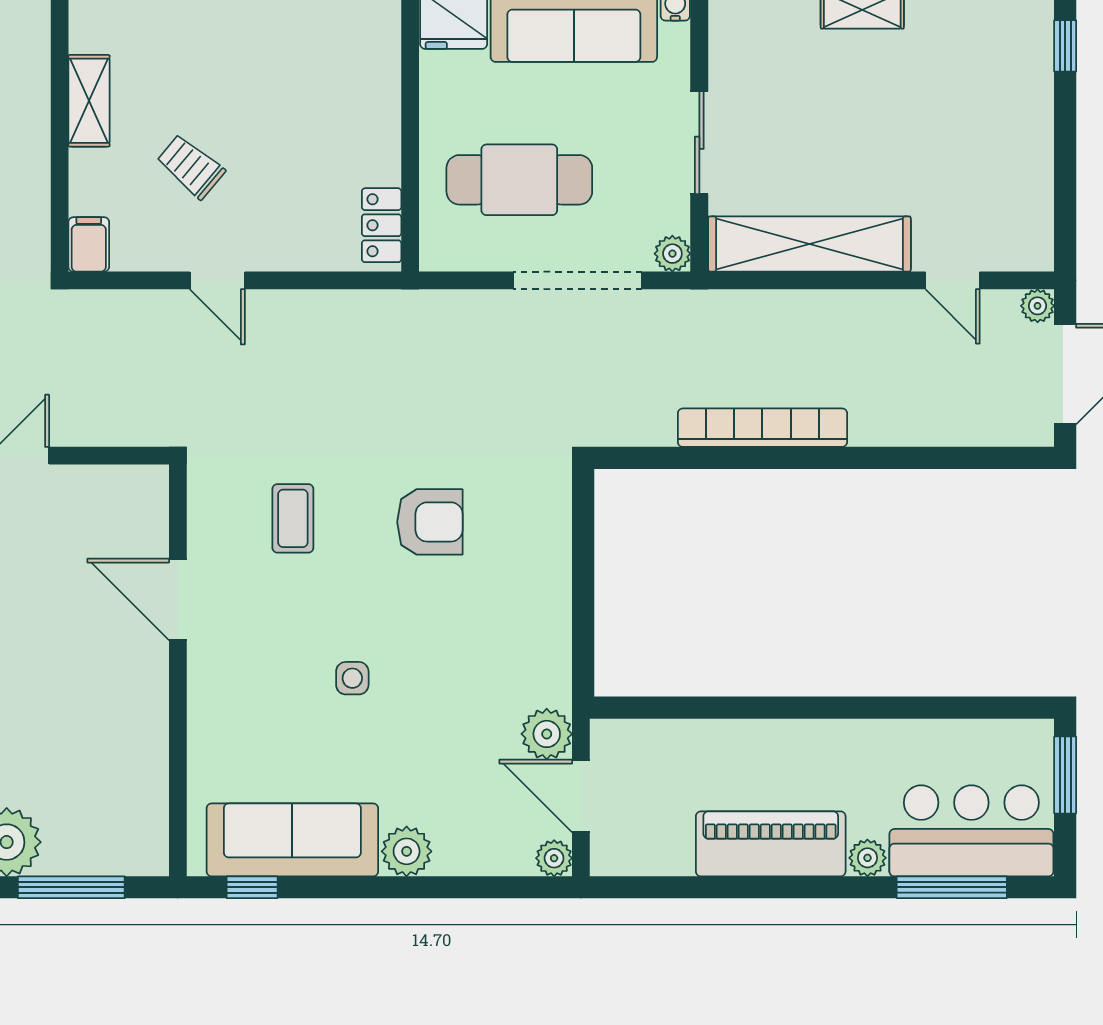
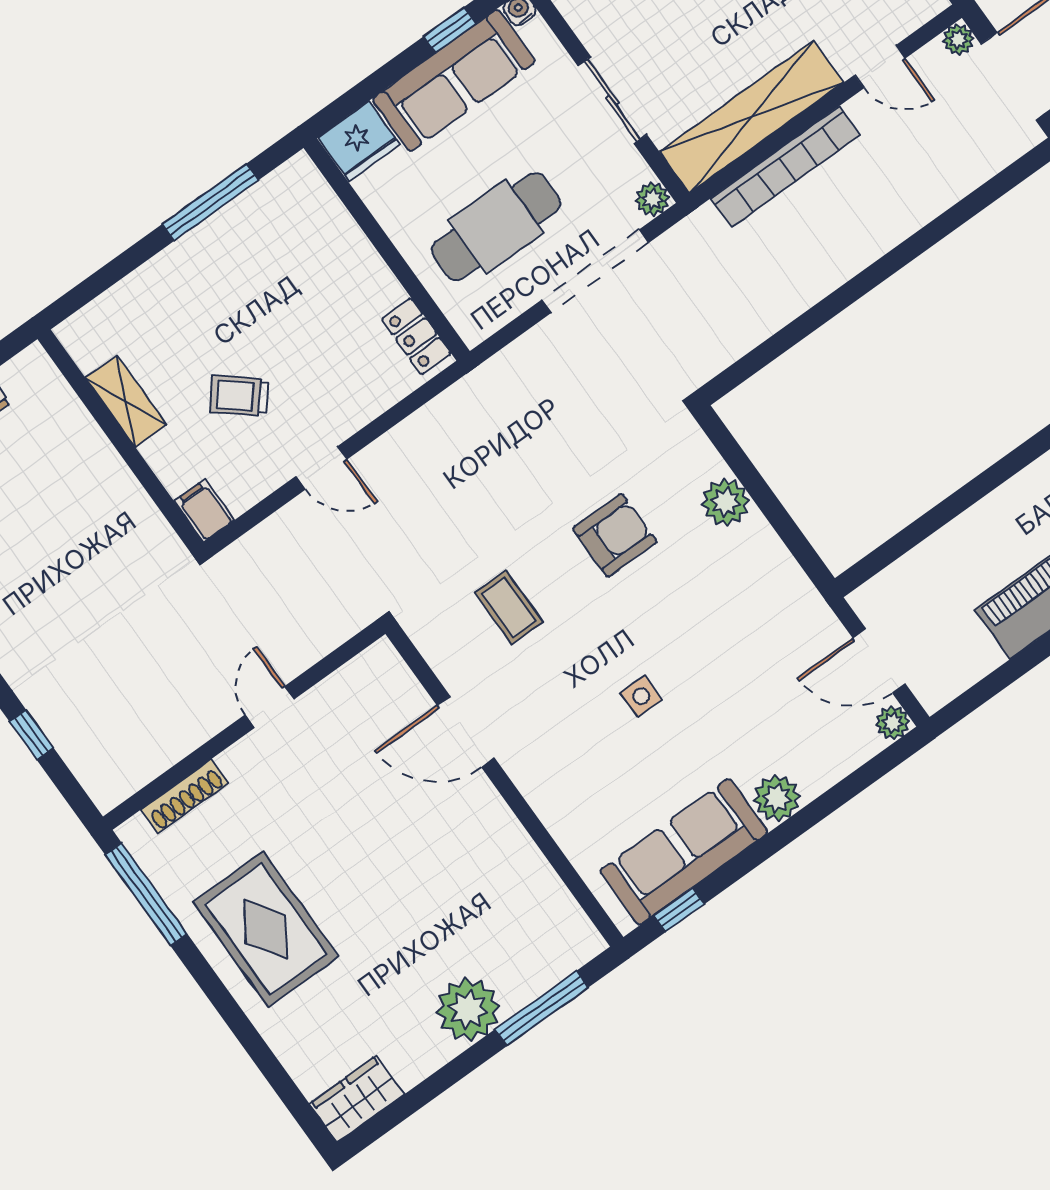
bookcase: (762, 428) -> (785, 167), moved, turned 180
plant: (547, 734) -> (726, 502), moved

